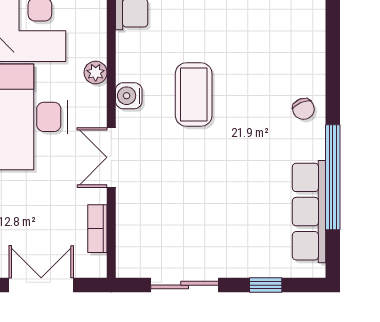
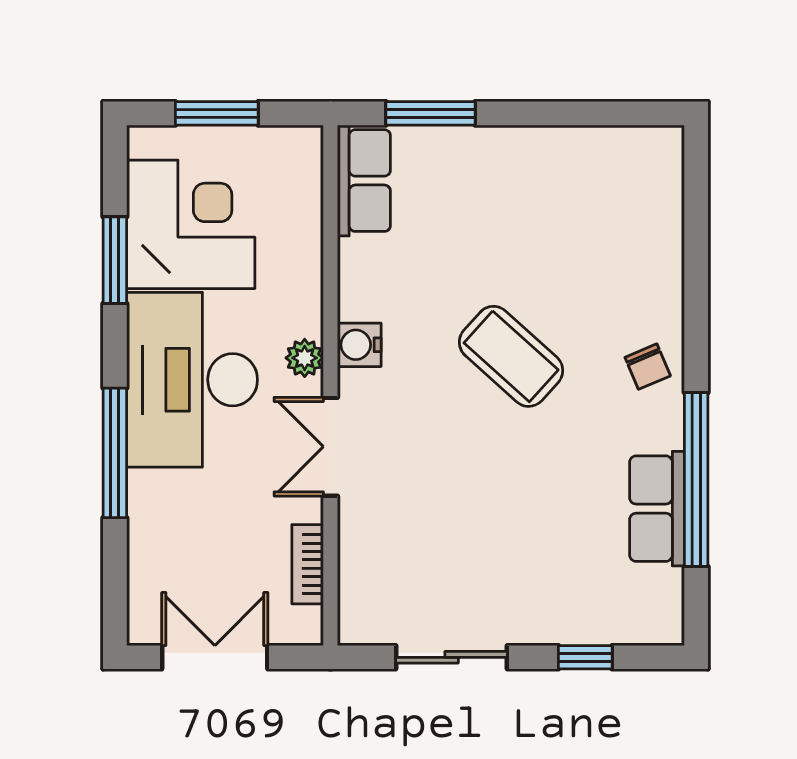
plant: (96, 73) -> (305, 358), moved
coffee table: (194, 95) -> (511, 356), moved, turned -48
row of seats: (309, 212) -> (657, 509), width x0.68

